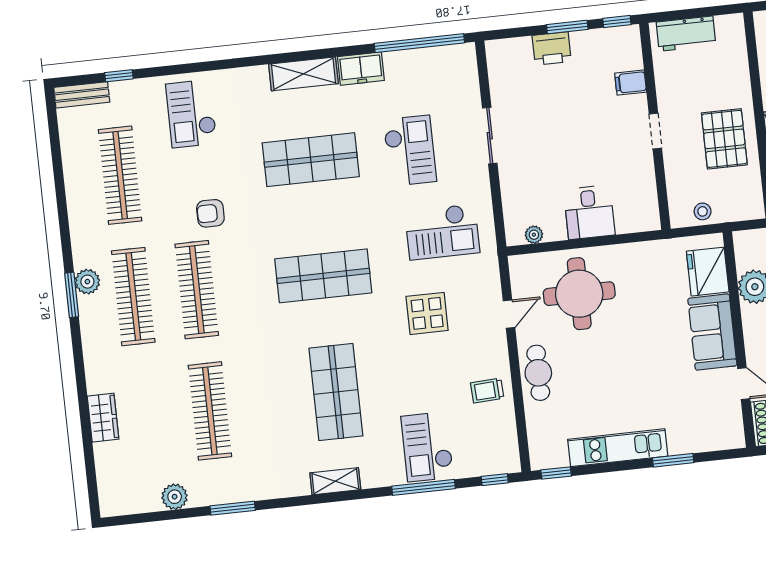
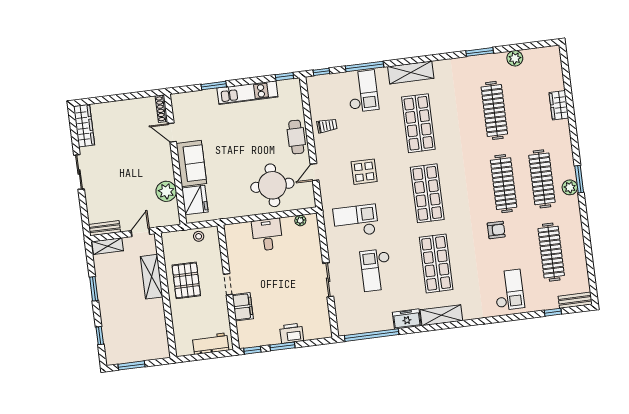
filing cabinet: (631, 83) -> (243, 307), width x2.00
shop shelf: (311, 160) -> (436, 263), turned 90
shop shelf: (323, 276) -> (427, 193), turned 90
shelving: (335, 481) -> (411, 72), width x1.50, depth x1.33

